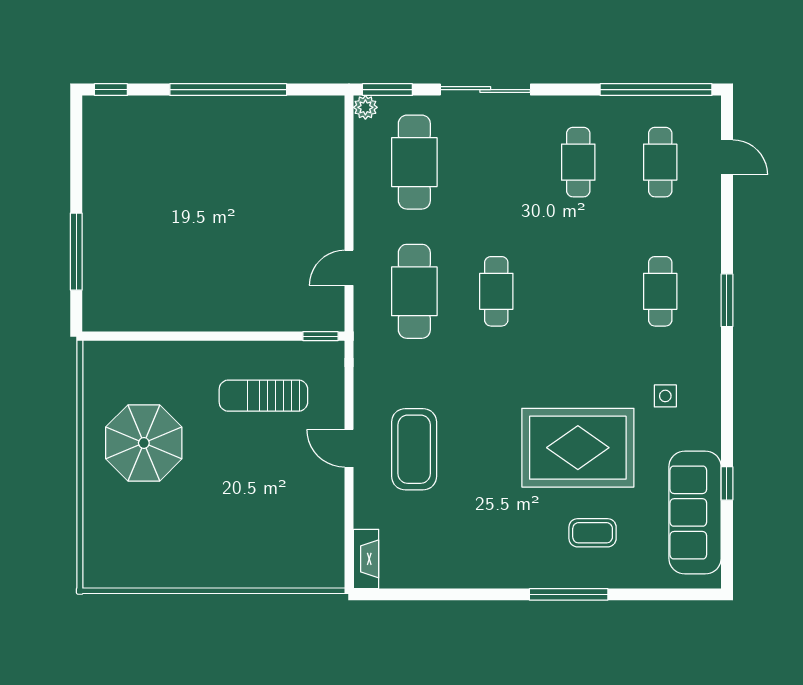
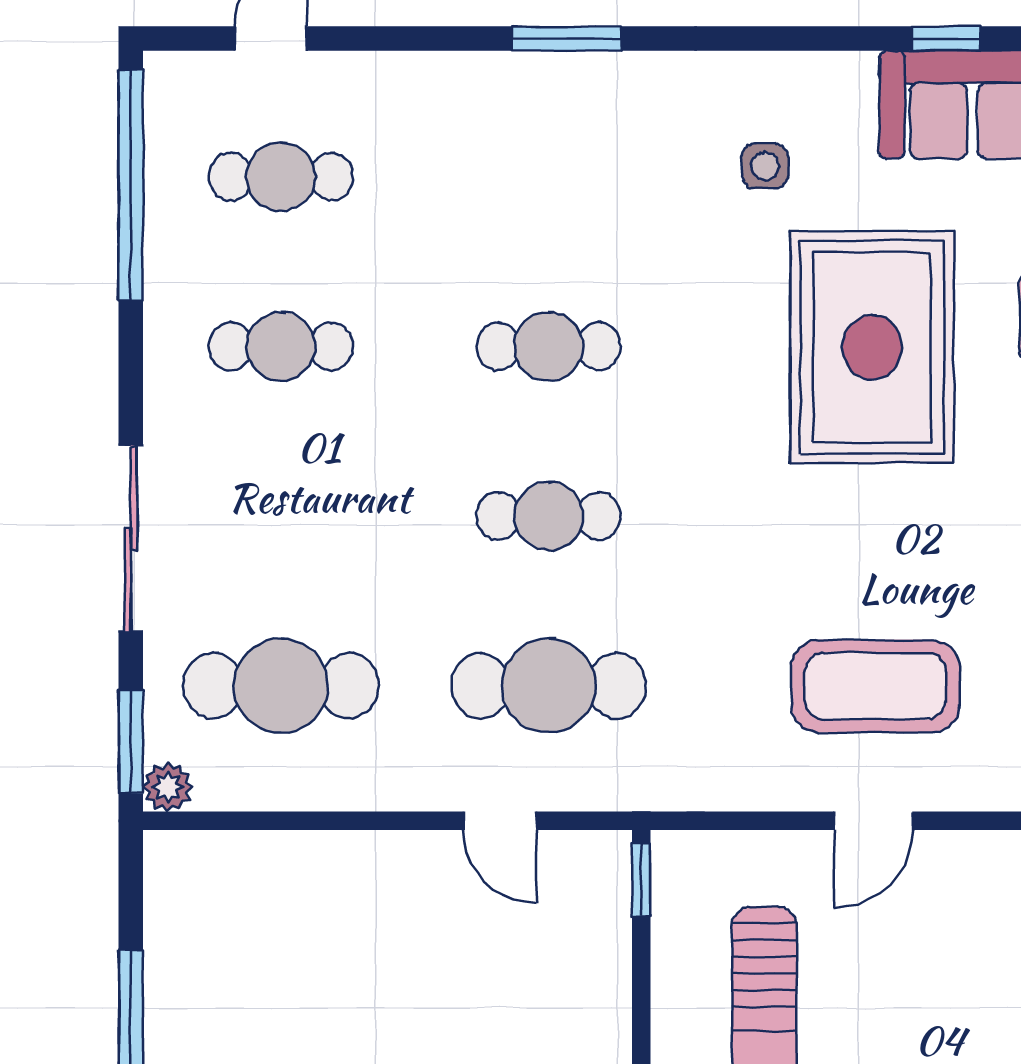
cafe table: (660, 291) -> (548, 346), moved

